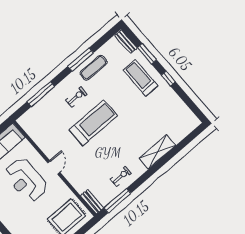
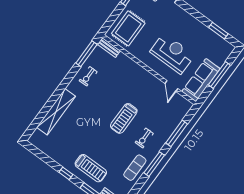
window: (81, 60) -> (154, 164), moved
treadmill: (93, 123) -> (124, 118), width x0.73, depth x0.73
shelving: (157, 152) -> (56, 112), width x1.47
door: (54, 167) -> (171, 86), moved

